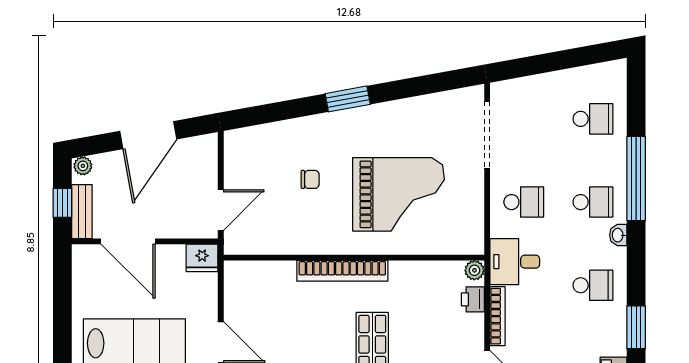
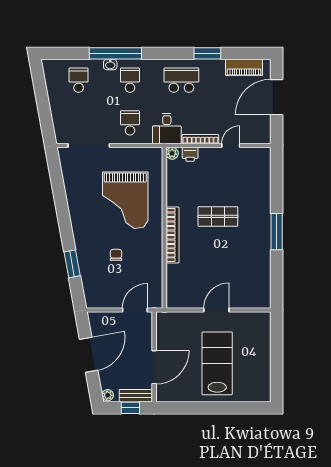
window: (348, 99) -> (72, 264), moved
door: (148, 135) -> (89, 355), hinge flipped
grand piano: (399, 194) -> (125, 200), turned 180
door: (221, 210) -> (135, 310), hinge flipped
washbasin: (618, 235) -> (110, 65), moved
fridge: (202, 258) -> (164, 322), removed
school desk: (593, 285) -> (181, 80), width x1.85

